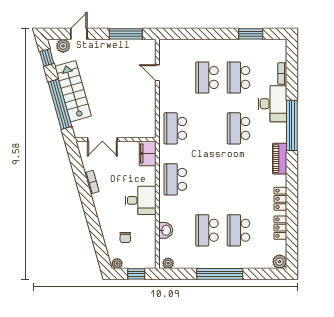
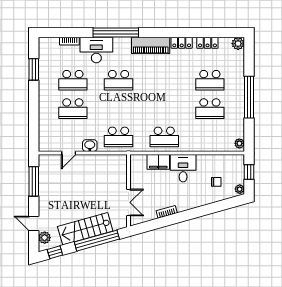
filing cabinet: (148, 153) -> (158, 162), moved
piano: (280, 159) -> (151, 45), width x1.37, depth x1.33
washbasin: (166, 230) -> (90, 146), moved

